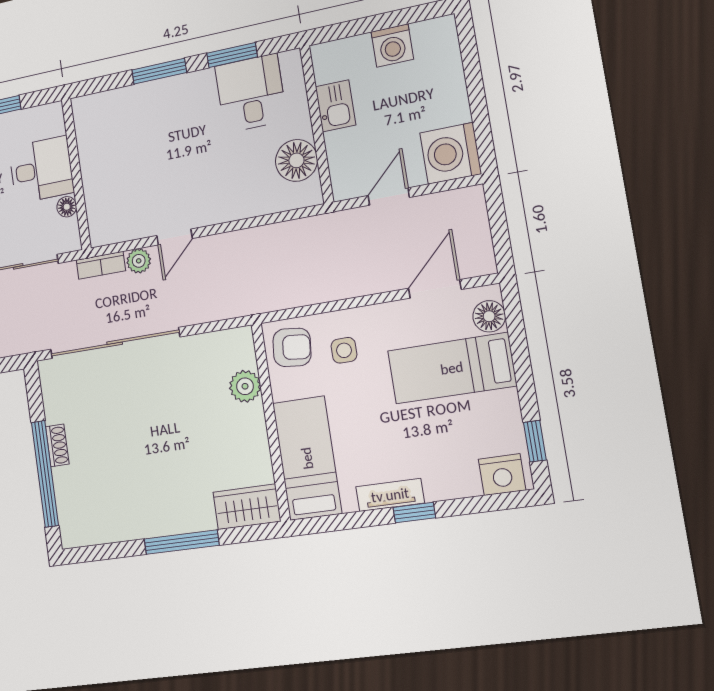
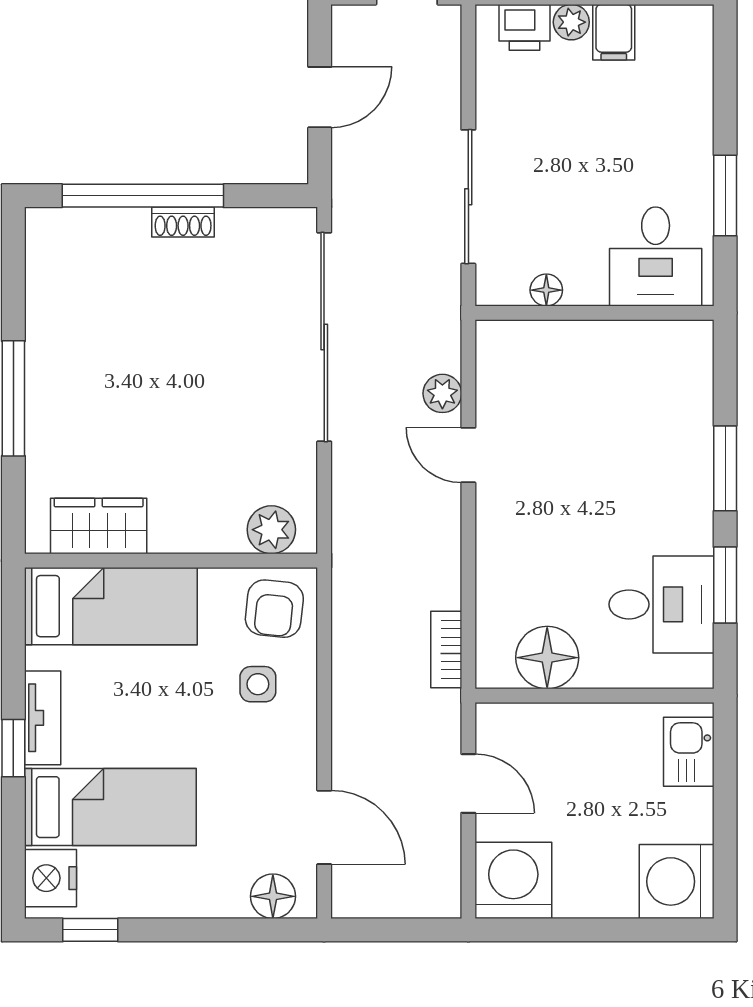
washing machine: (392, 45) -> (677, 881), moved, width x1.37, depth x1.37
kitchen sink: (336, 106) -> (689, 752), moved, turned 90
desk: (41, 170) -> (656, 256), moved
bookcase: (101, 265) -> (446, 649), moved
bed: (452, 368) -> (110, 807), moved, turned 90
plant: (245, 386) -> (271, 530), moved
wardrobe: (247, 507) -> (99, 526), moved, turned -90

